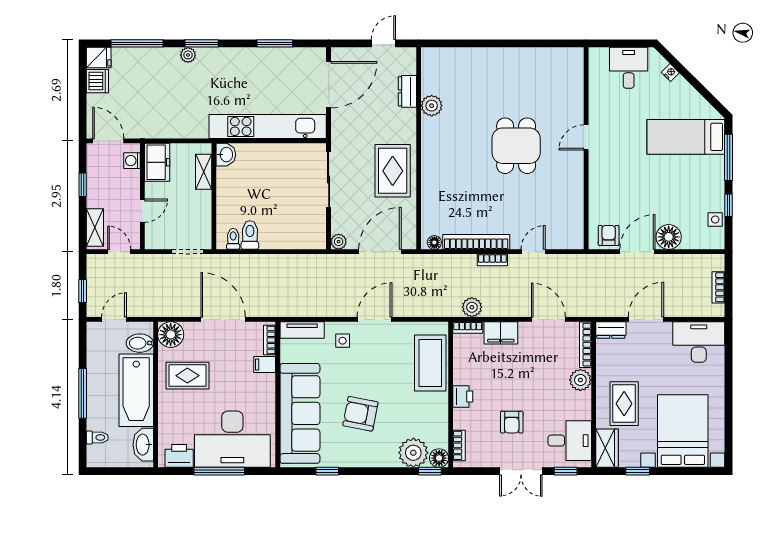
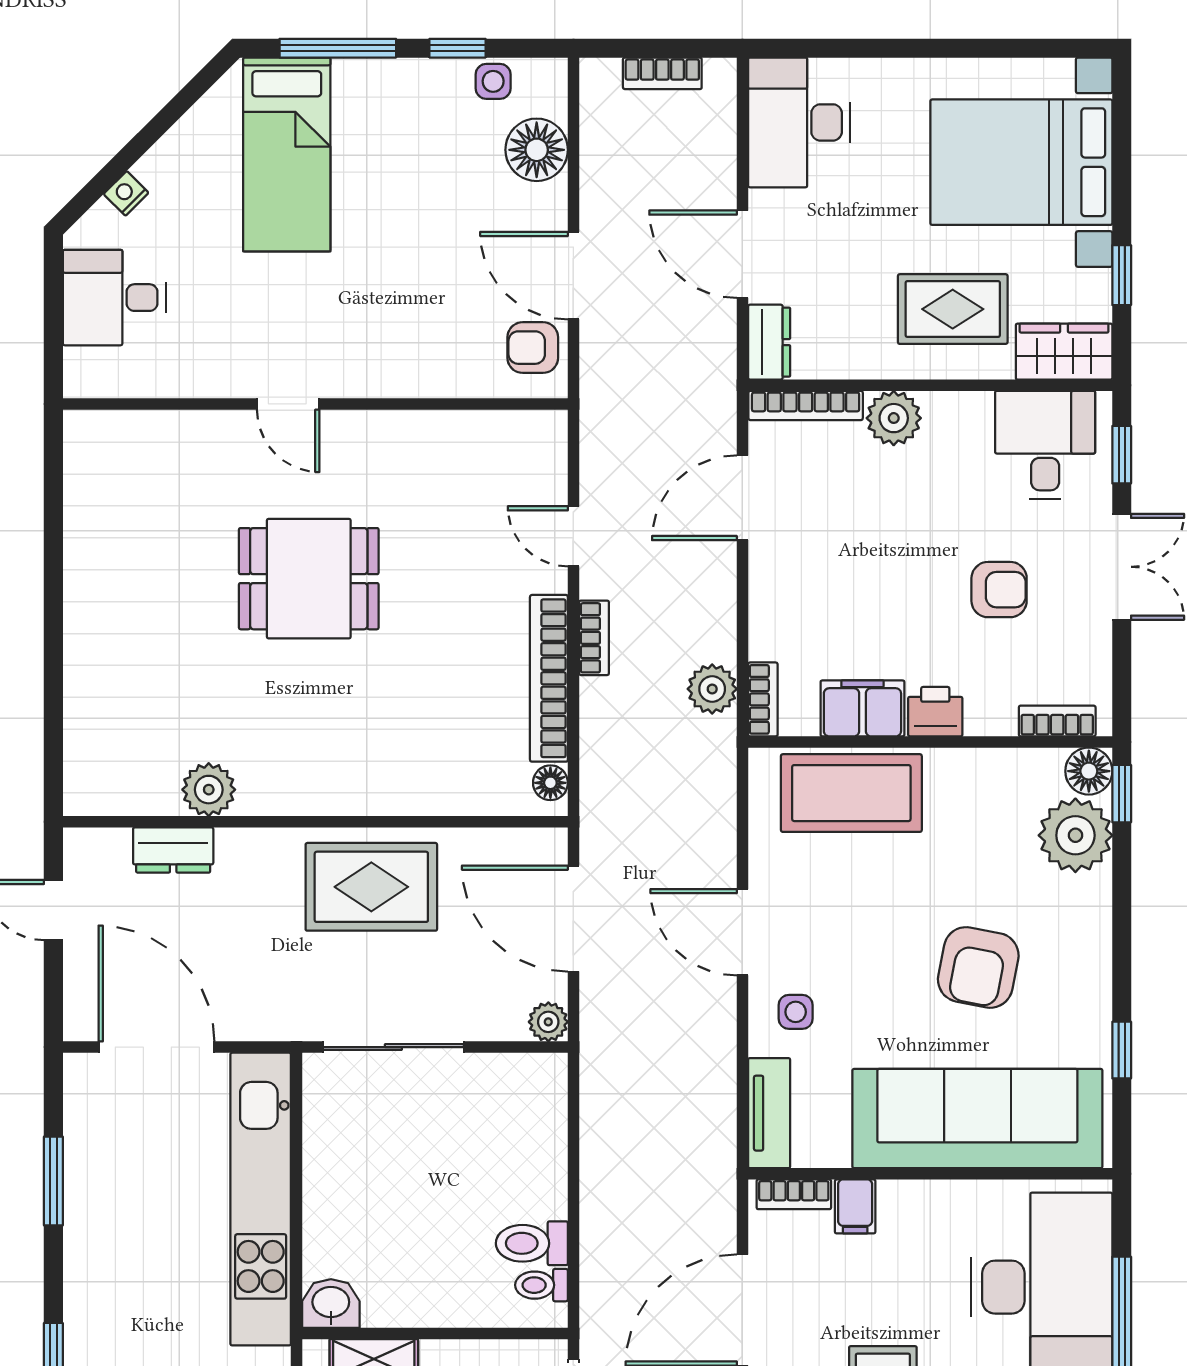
floor lamp: (669, 237) -> (537, 150), moved
filing cabinet: (501, 333) -> (862, 708), moved, turned -90

